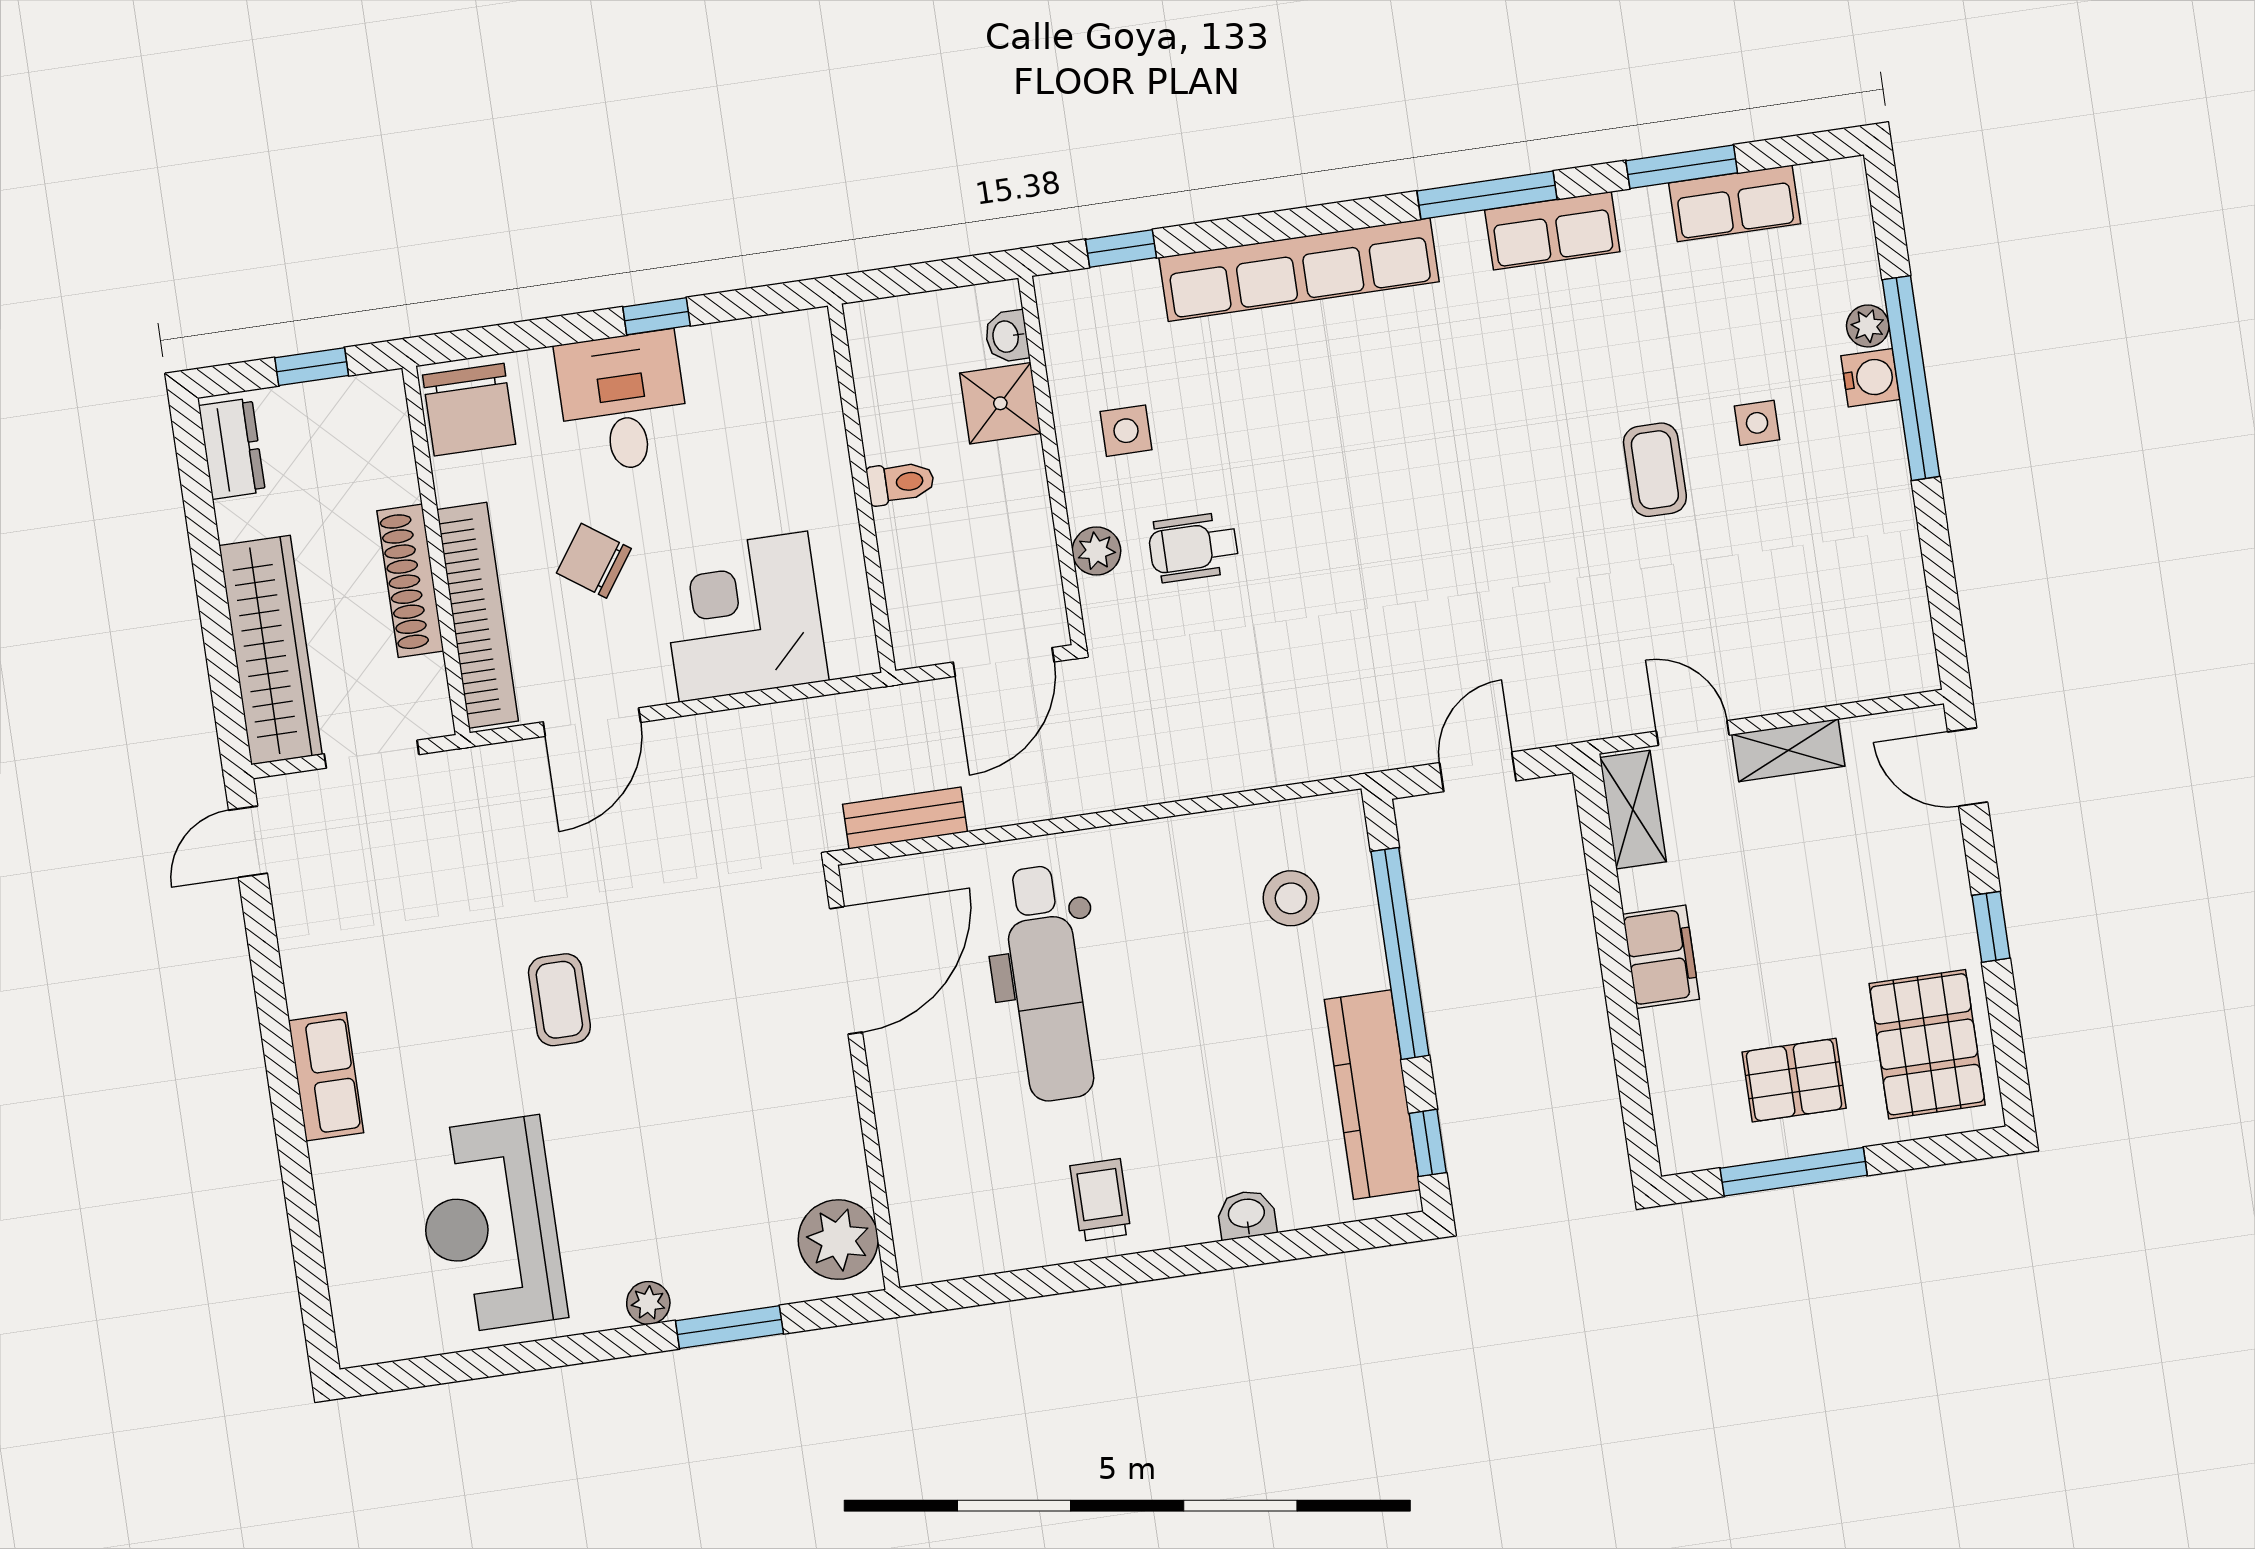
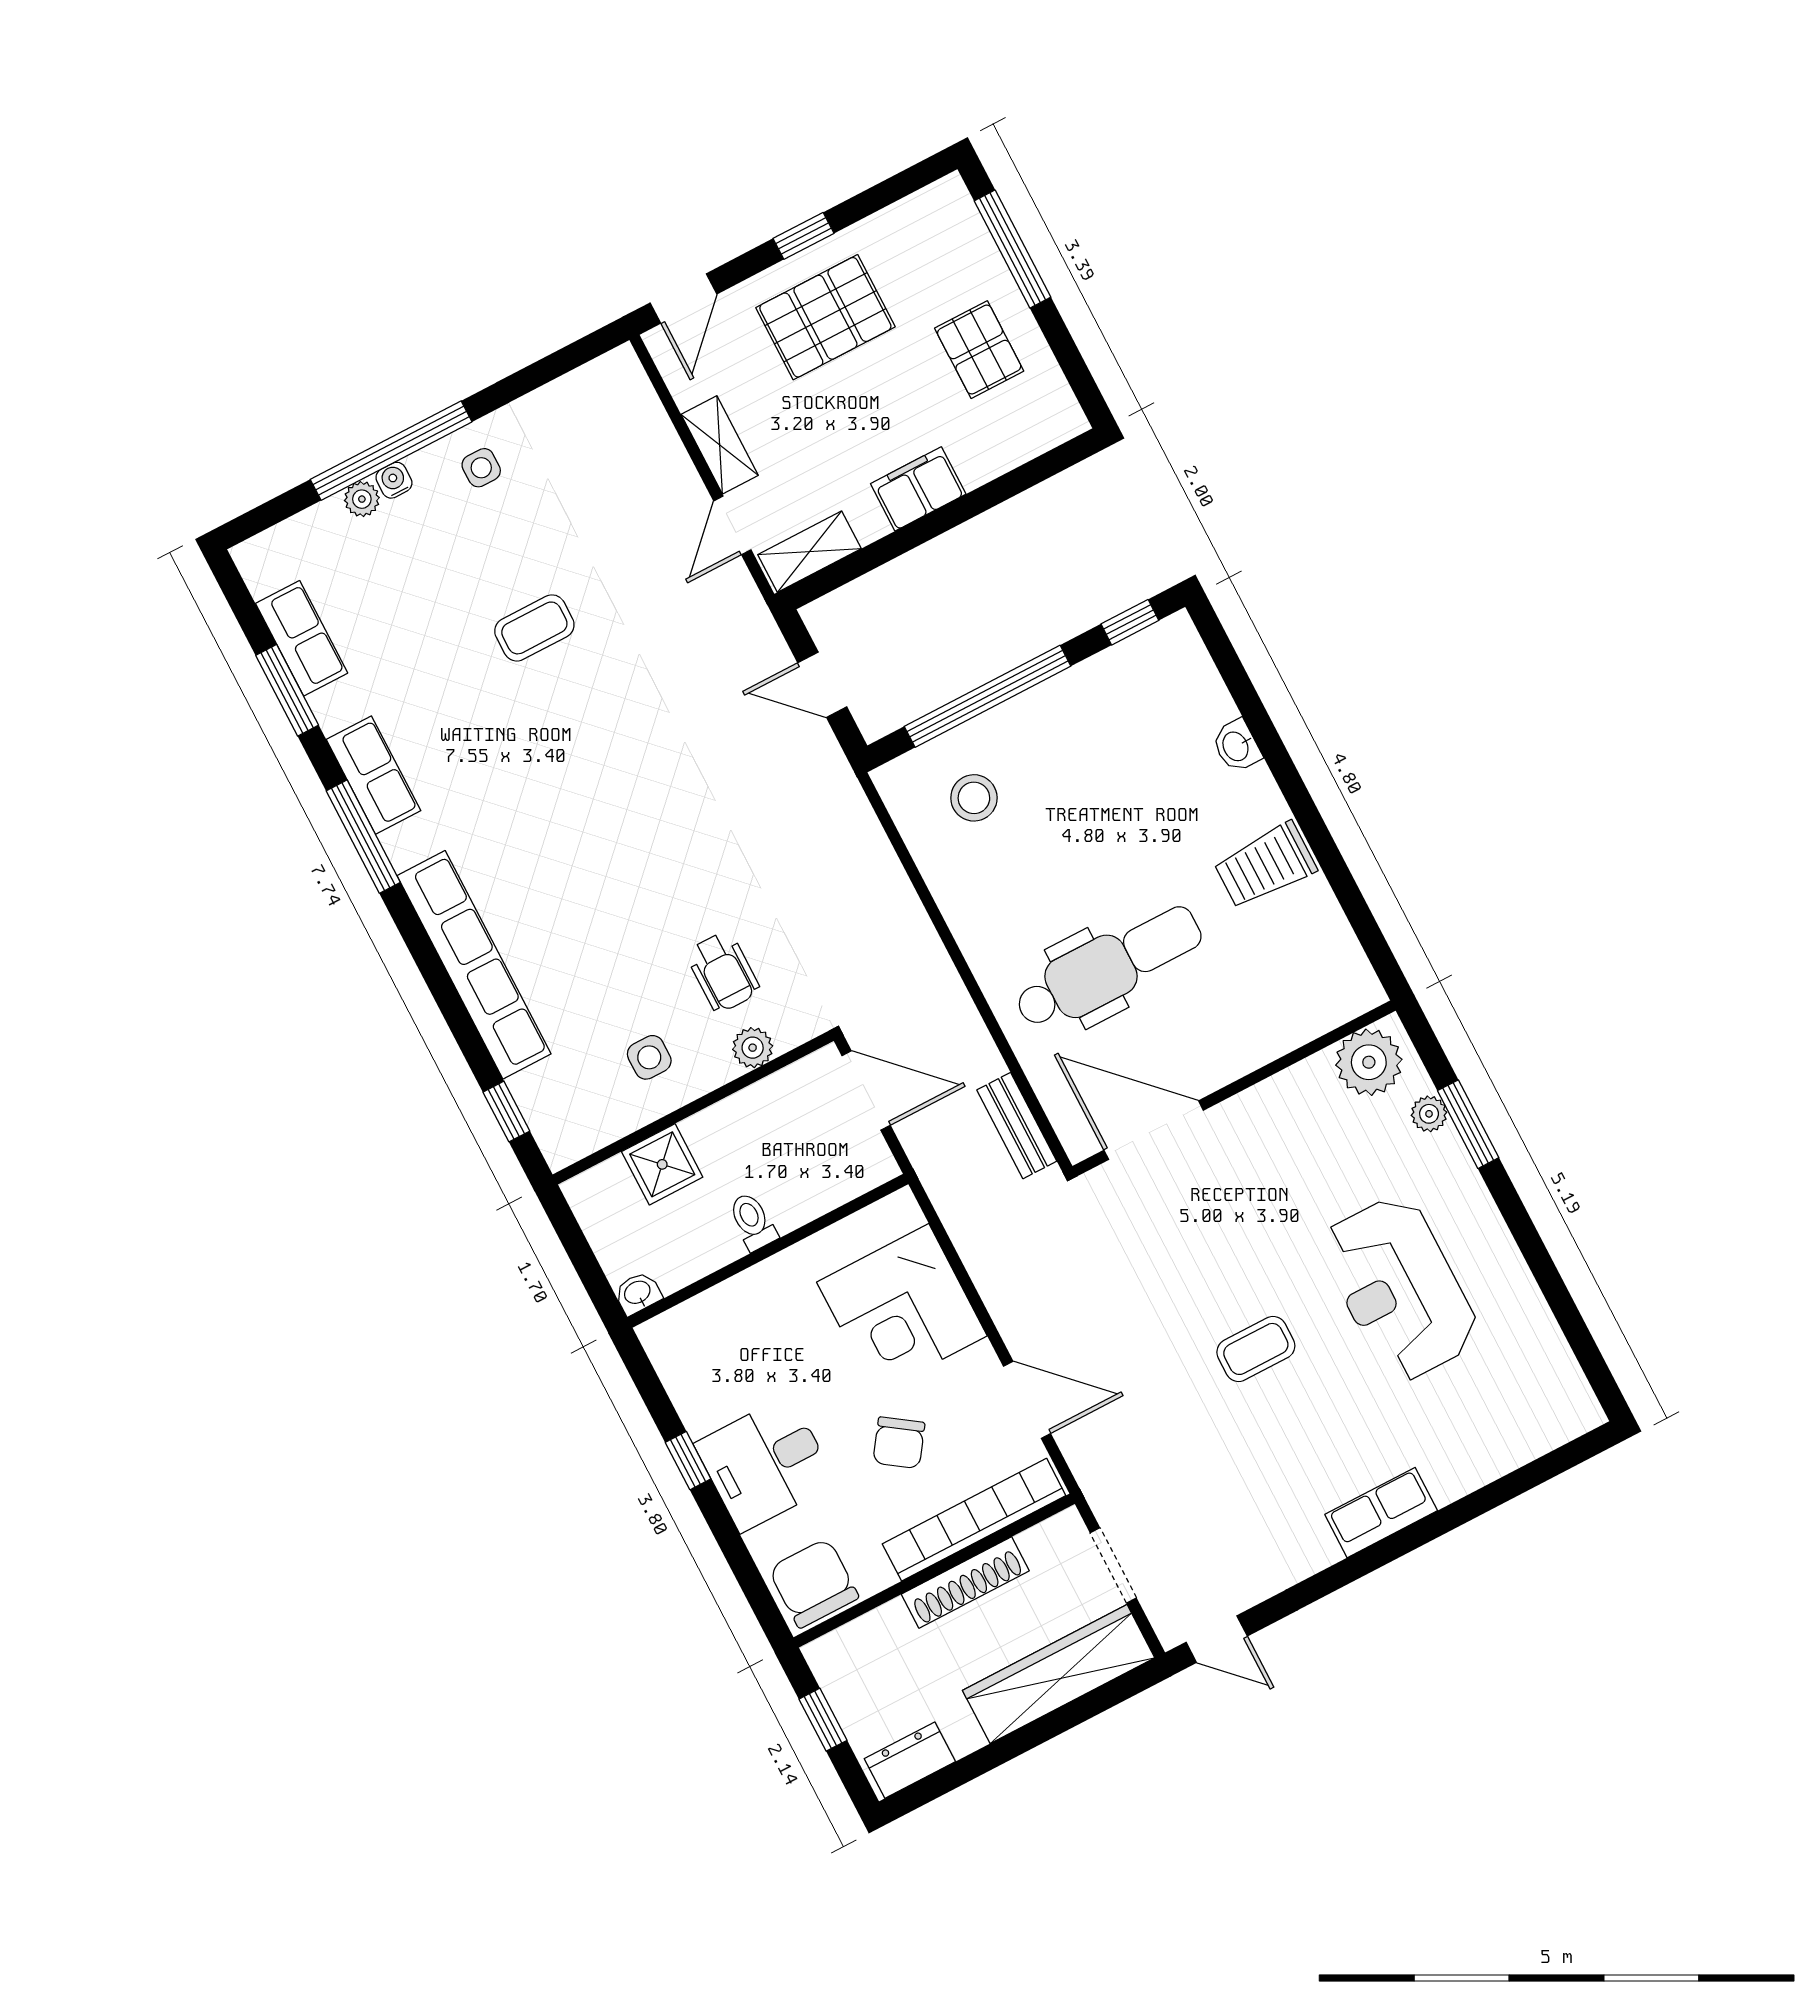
washbasin: (1007, 336) -> (638, 1293), moved, turned 180
water cooler: (1870, 378) -> (394, 480), width x0.72, depth x0.72
chair: (469, 410) -> (814, 1583), turned -90
side table: (1757, 423) -> (481, 468), moved
pallet: (1927, 1044) -> (825, 317), moved
kitchen counter: (1372, 1095) -> (1107, 679), removed
window: (1794, 1172) -> (1013, 249), moved
trolley: (1100, 1200) -> (1265, 866), width x1.36, depth x1.39
reception desk: (490, 1225) -> (1399, 1289), moved, turned 90
plant: (648, 1303) -> (1429, 1114), moved

